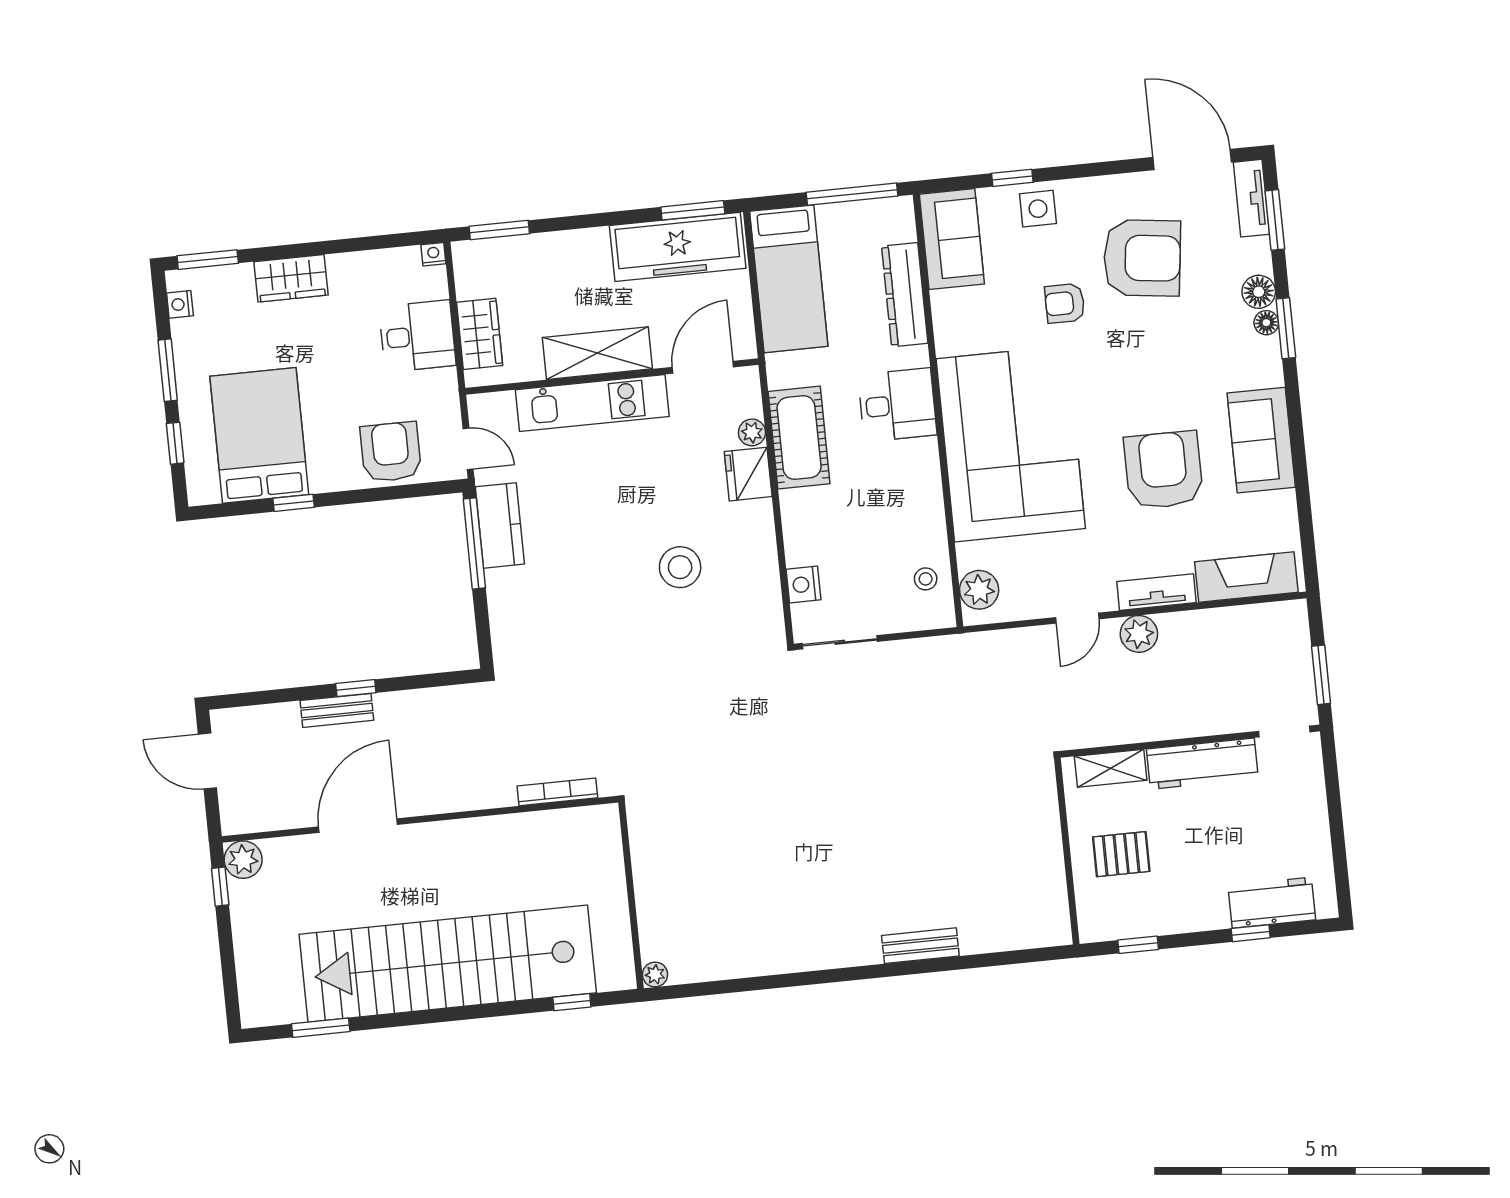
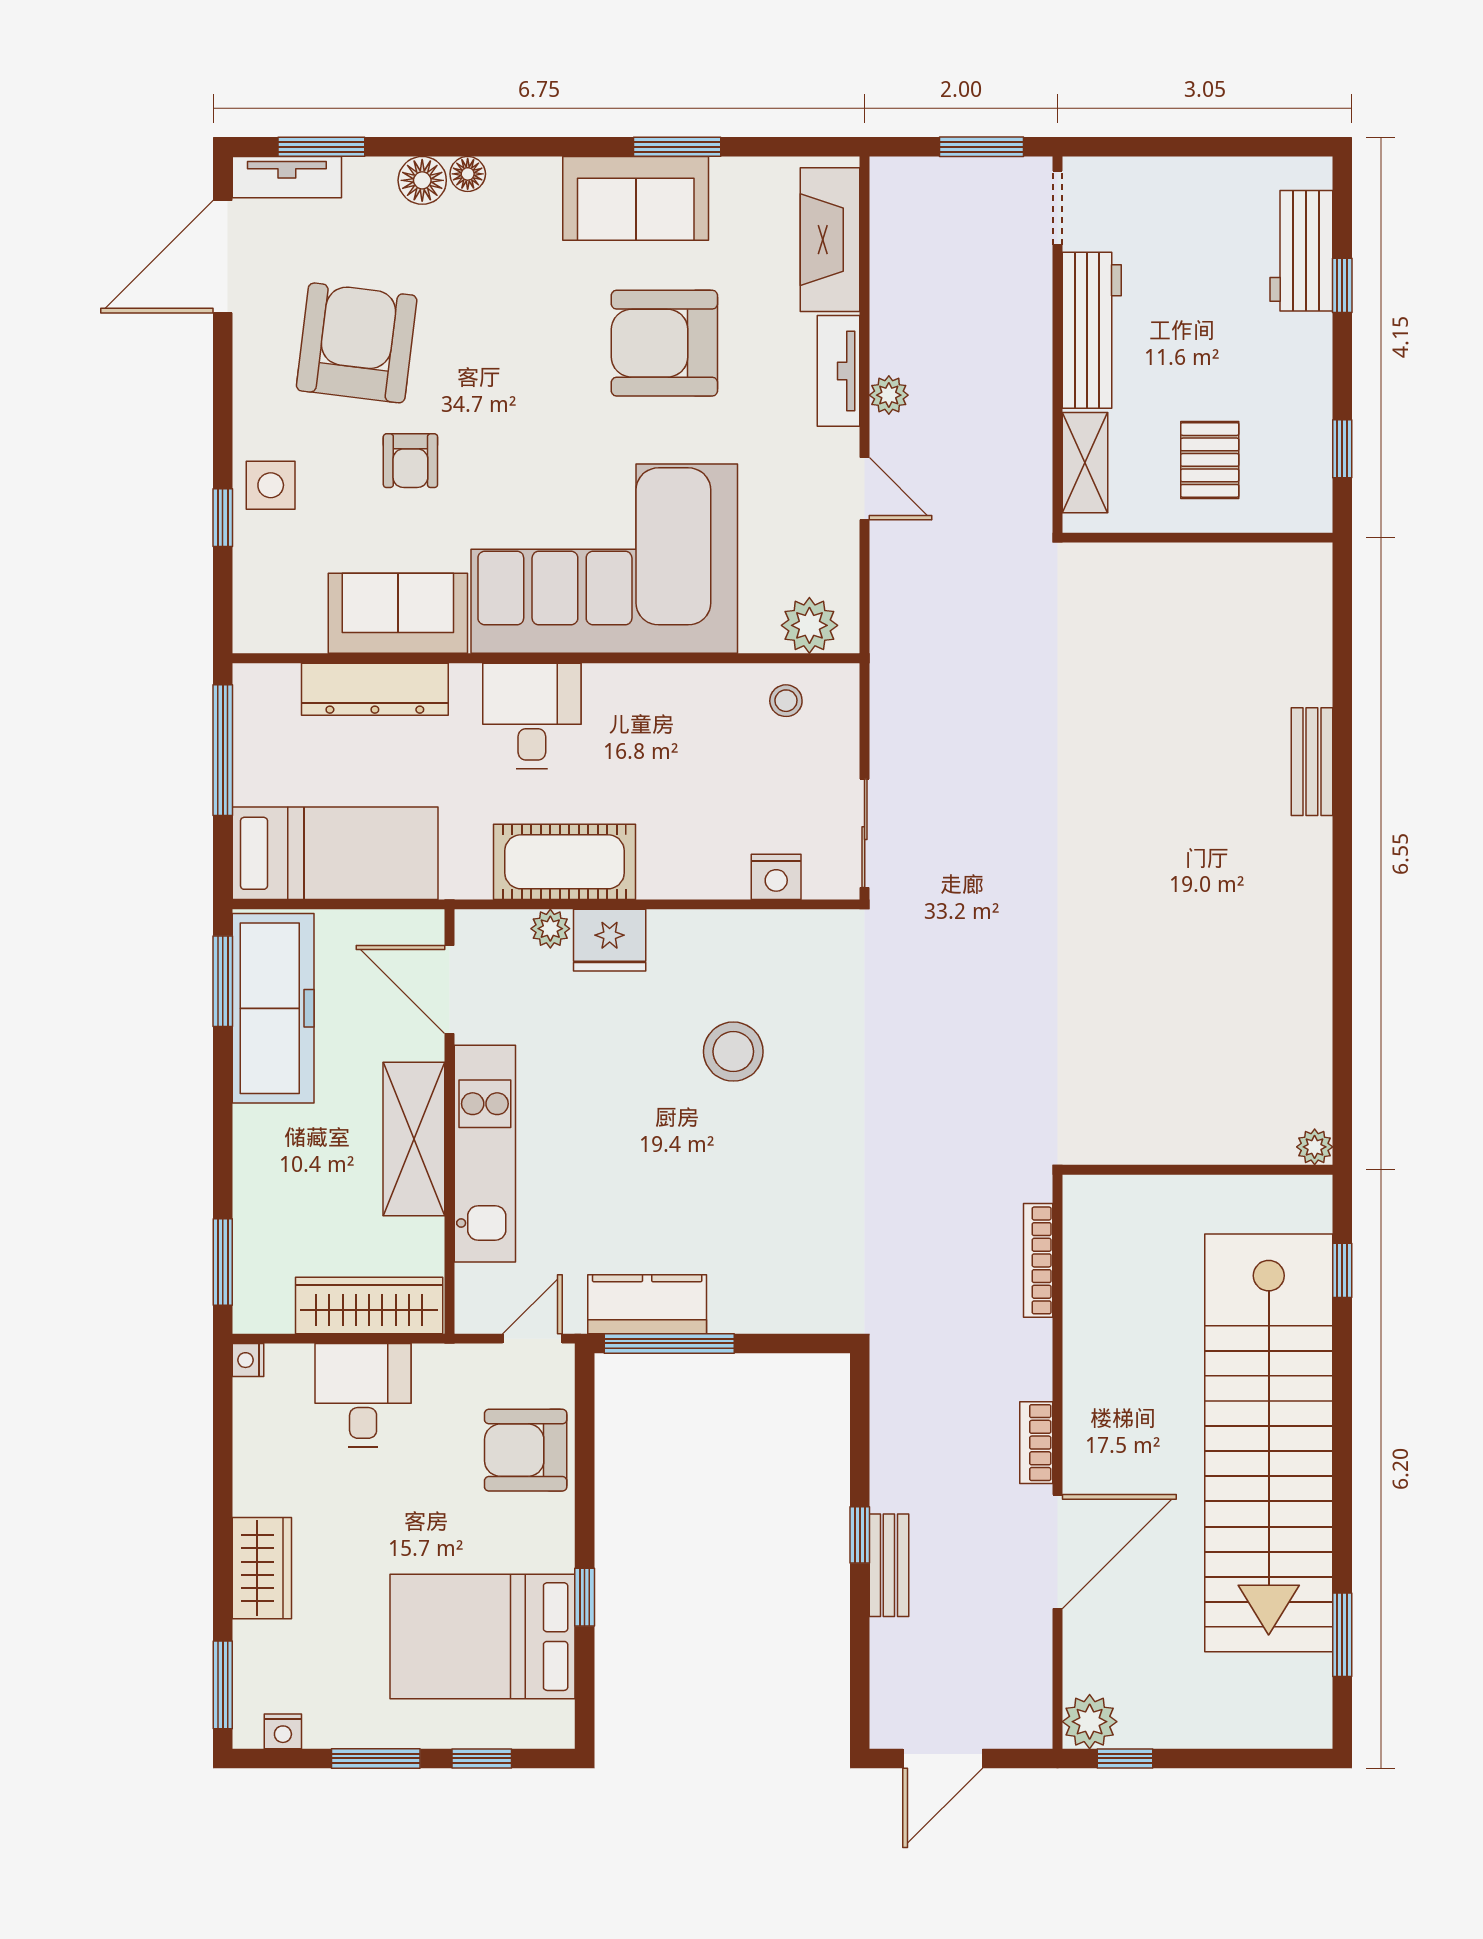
sofa: (952, 239) -> (398, 613), moved
window: (1286, 328) -> (677, 147), moved
wardrobe: (480, 334) -> (369, 1305), width x1.50
plant: (1139, 634) -> (889, 395), width x0.73, depth x0.73
bookcase: (432, 803) -> (1036, 1443), added
door: (358, 826) -> (1058, 1552), swing flipped

